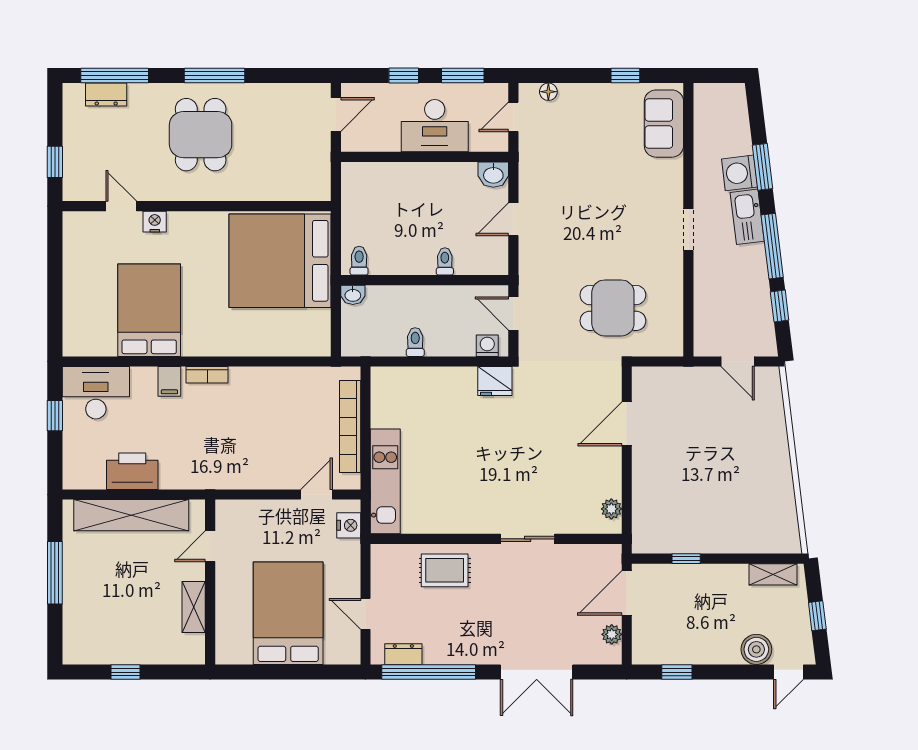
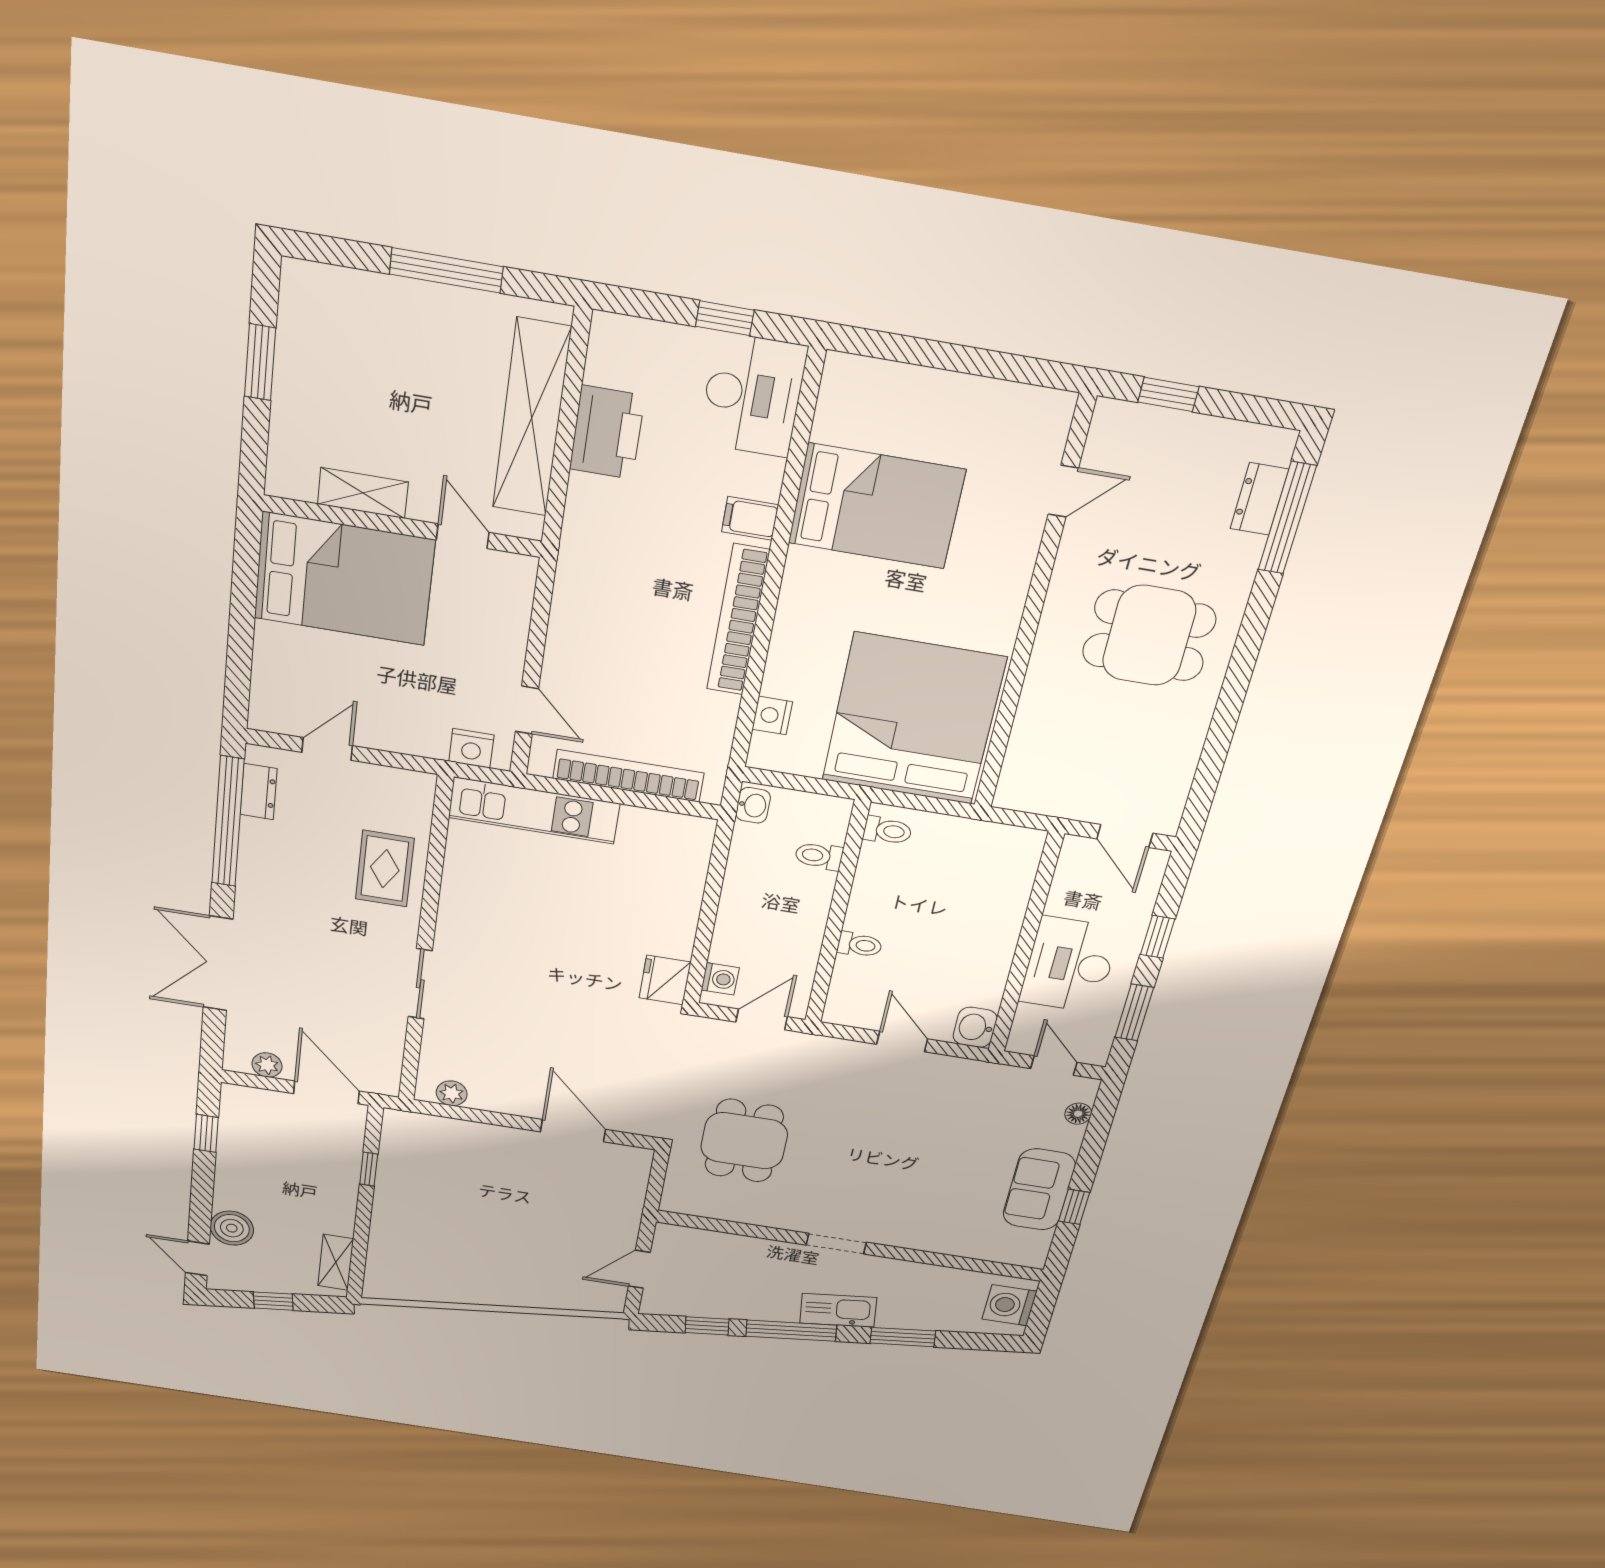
window: (215, 76) -> (1239, 672), removed
sofa: (664, 124) -> (1039, 1190), moved, turned -90
washing machine: (740, 173) -> (1009, 1305), moved, turned -83
nightstand: (155, 222) -> (772, 715), moved, turned 180
washbasin: (353, 295) -> (753, 805), moved, turned 180
toilet: (415, 342) -> (819, 856), moved, turned 180
bookcase: (207, 375) -> (738, 620), width x2.31, depth x1.31
bed: (288, 613) -> (344, 579), moved
window: (126, 672) -> (260, 362), width x1.50

